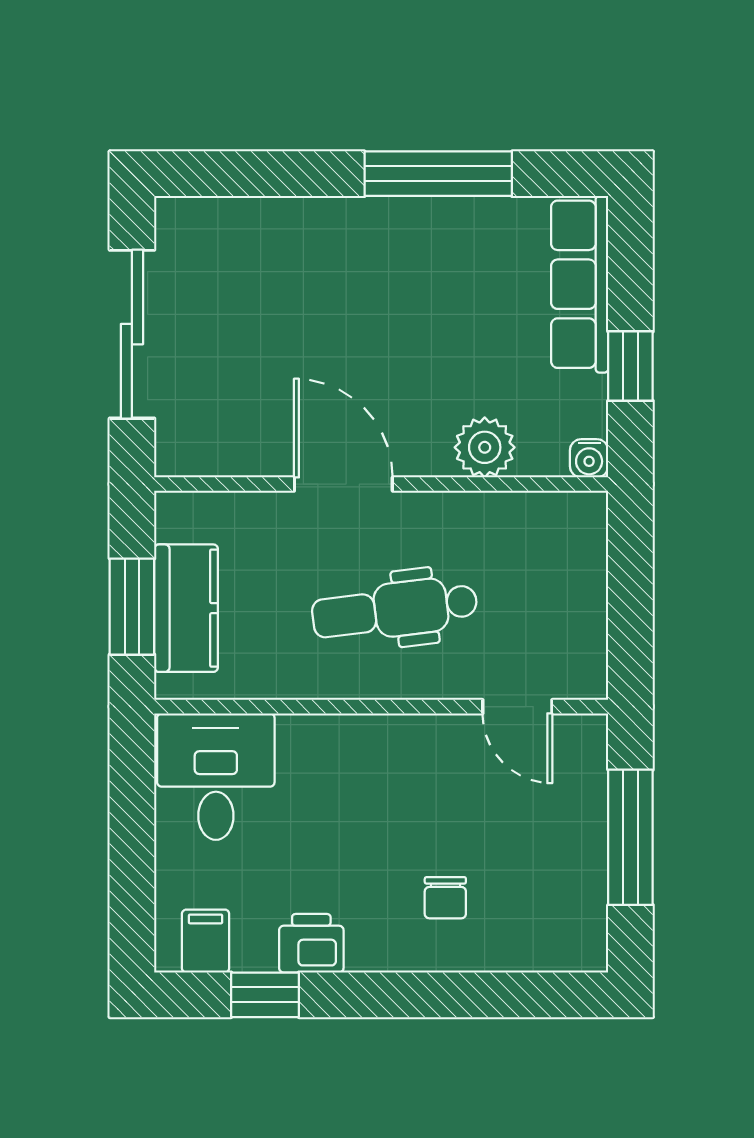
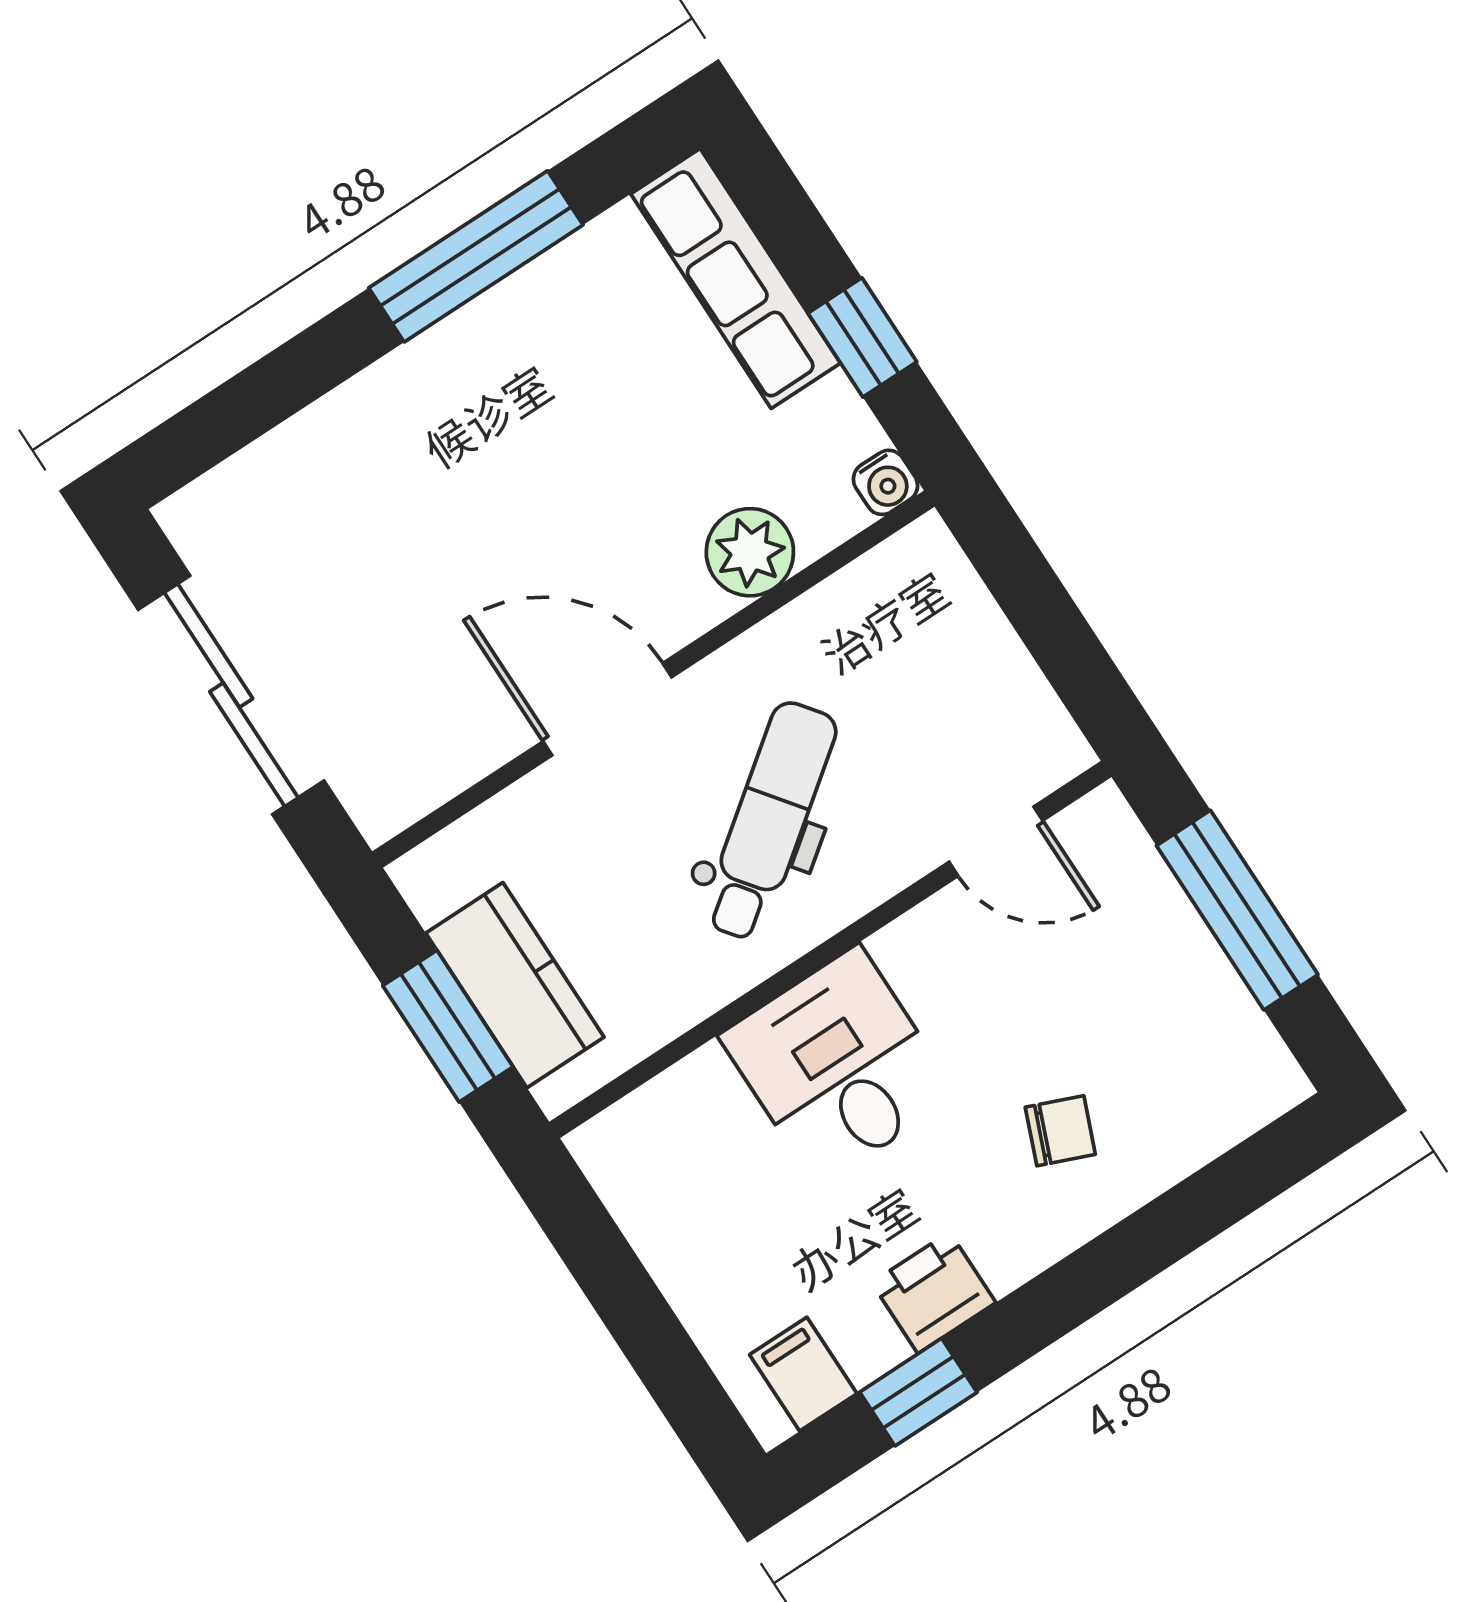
dental chair: (395, 610) -> (770, 821), turned 150
desk: (216, 777) -> (838, 1066), moved
chair: (445, 898) -> (1060, 1131), turned -68

